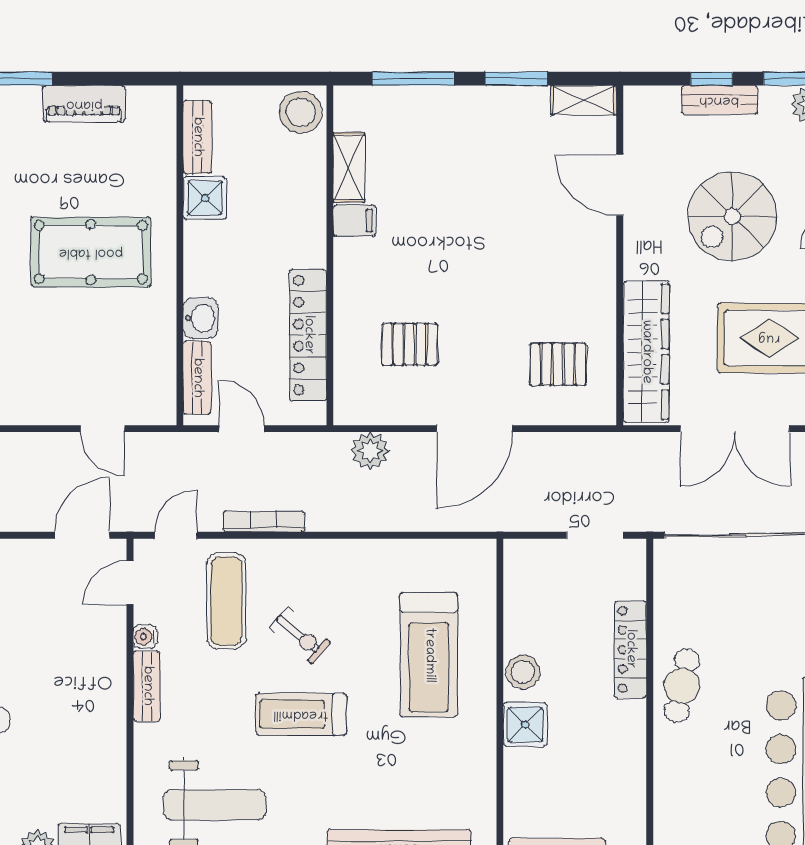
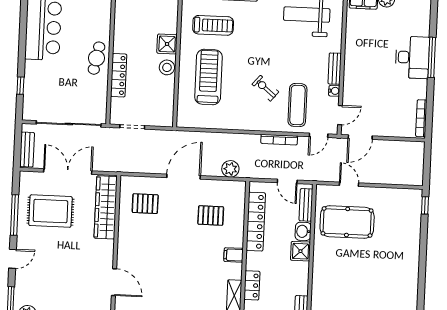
locker: (310, 192) -> (252, 285), added
shower: (205, 198) -> (300, 251), moved
spiral stairs: (732, 216) -> (65, 266), removed
filing cabinet: (354, 221) -> (234, 255), moved
pool table: (91, 252) -> (347, 222), moved
treadmill: (301, 714) -> (213, 25), moved

